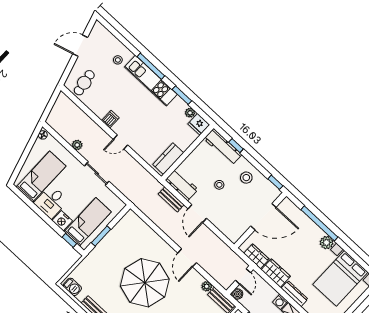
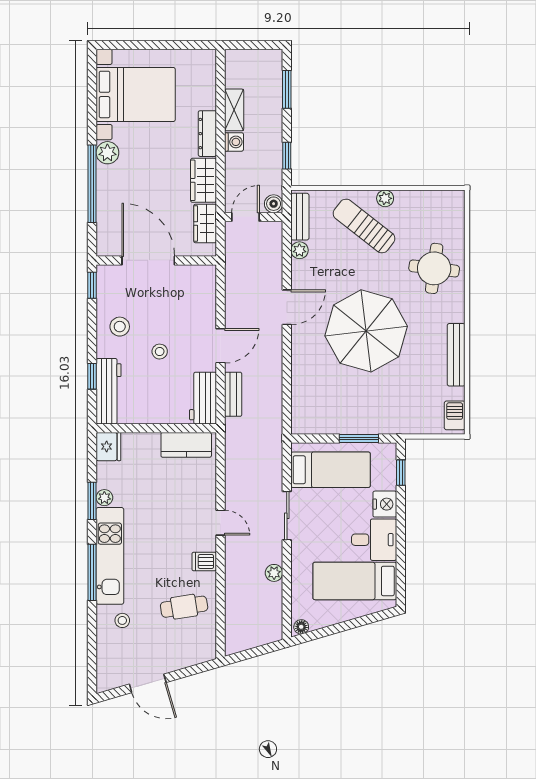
cafe table: (84, 83) -> (184, 607), moved
plant: (190, 113) -> (104, 498), moved
bed: (88, 222) -> (331, 470), moved, turned 180

